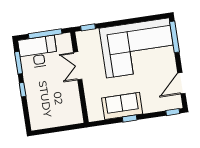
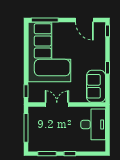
desk: (38, 52) -> (93, 124), moved, turned 180
double door: (78, 66) -> (57, 105), swing flipped
sofa: (122, 106) -> (96, 86), moved

